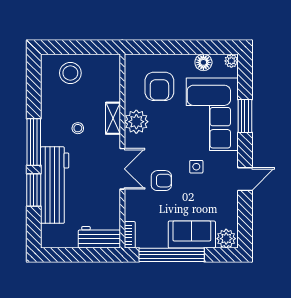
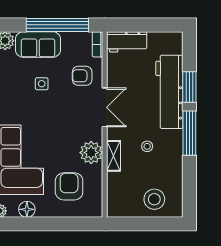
side table: (196, 167) -> (42, 84), moved
double door: (122, 169) -> (105, 107), swing flipped
armchair: (161, 181) -> (82, 76), moved

